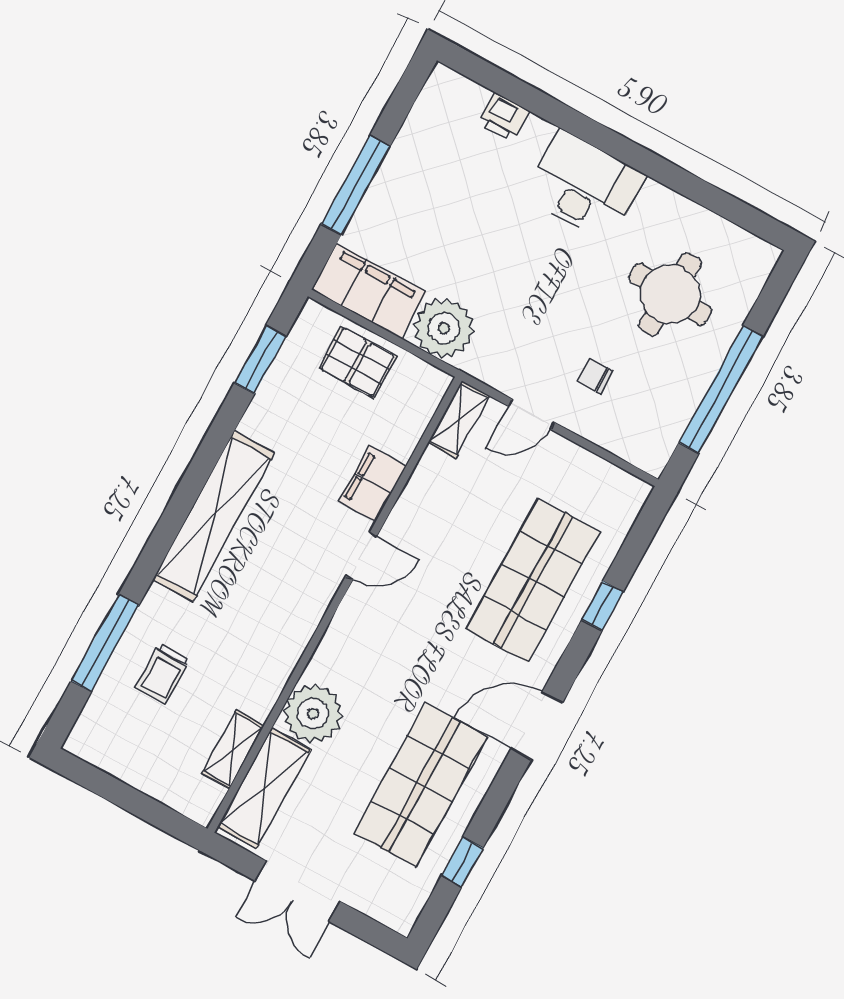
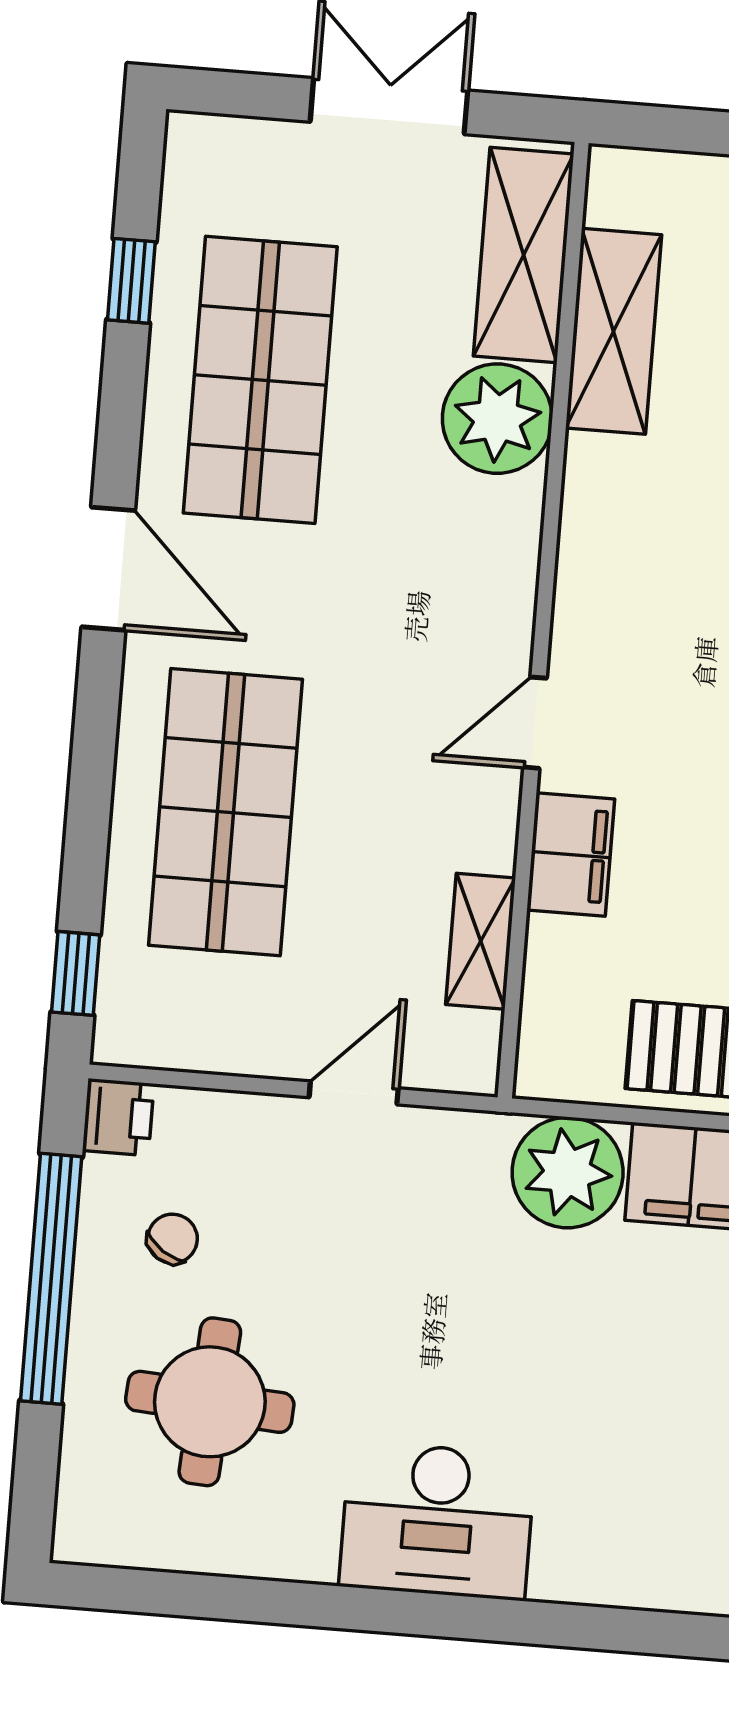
printer: (504, 117) -> (118, 1117), moved, turned 90
chair: (595, 376) -> (172, 1239), moved, turned -56
shelving: (459, 419) -> (481, 941), moved
window: (602, 606) -> (76, 973), moved
door: (537, 726) -> (108, 569), hinge flipped
shelving: (233, 749) -> (614, 331), width x1.50, depth x1.33

